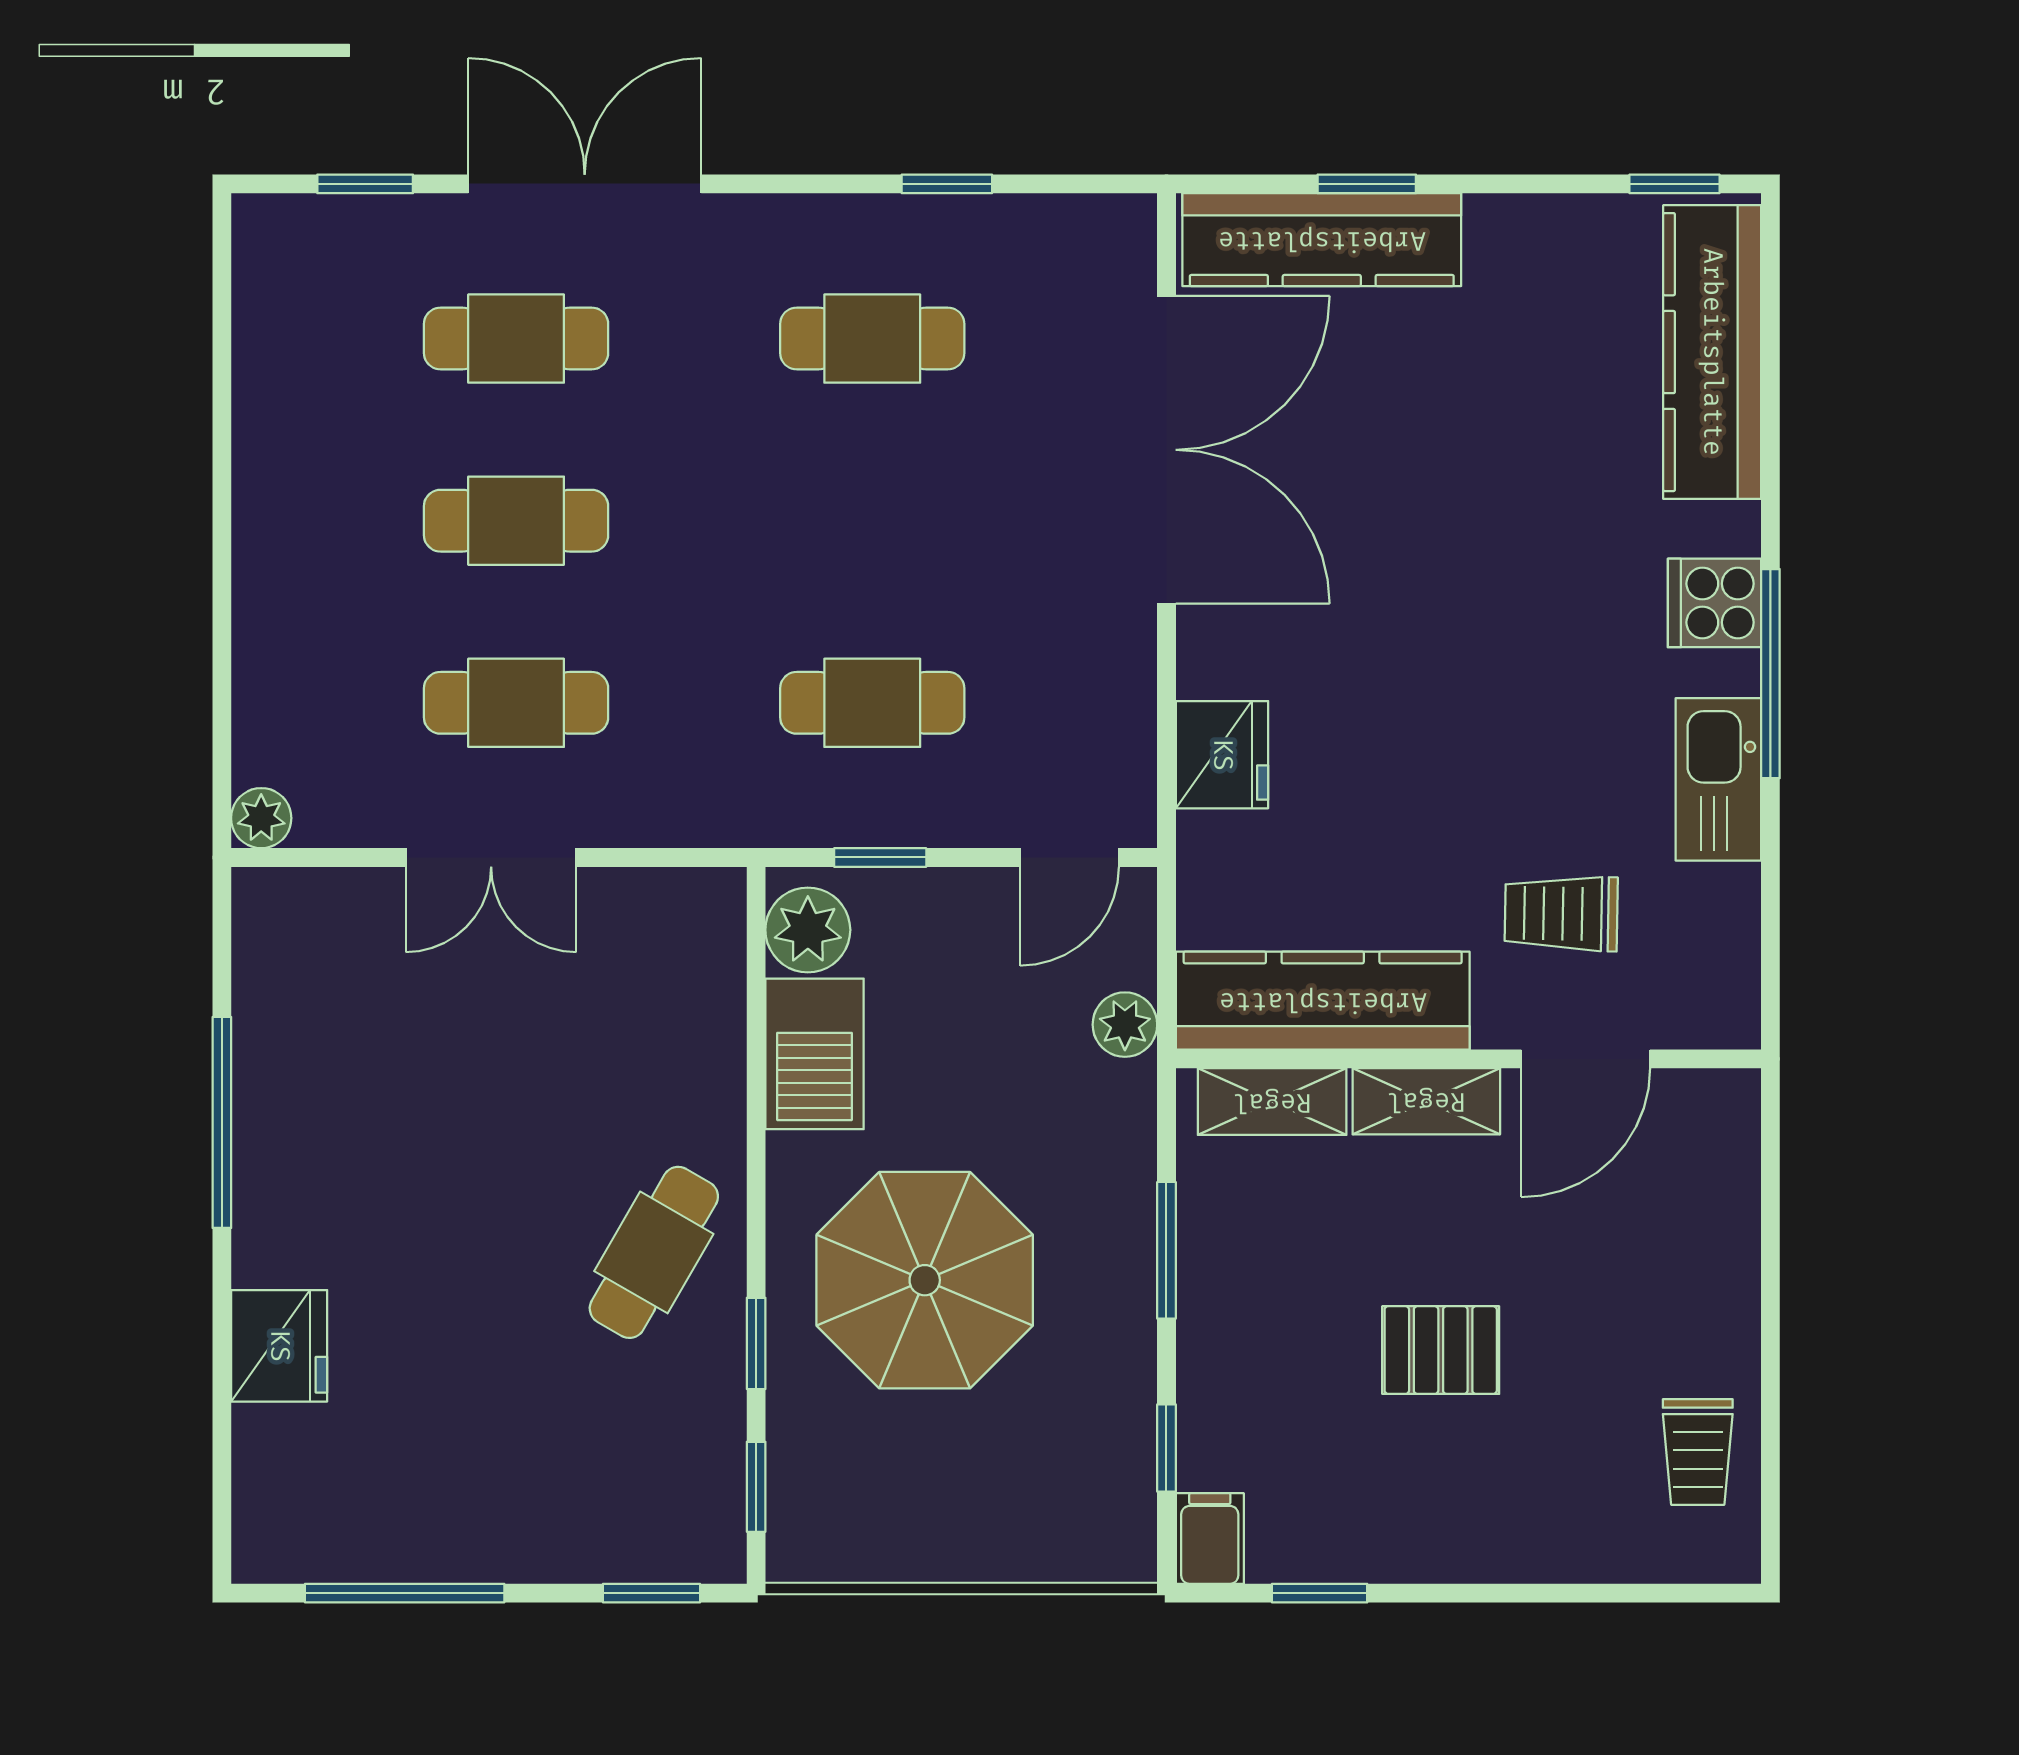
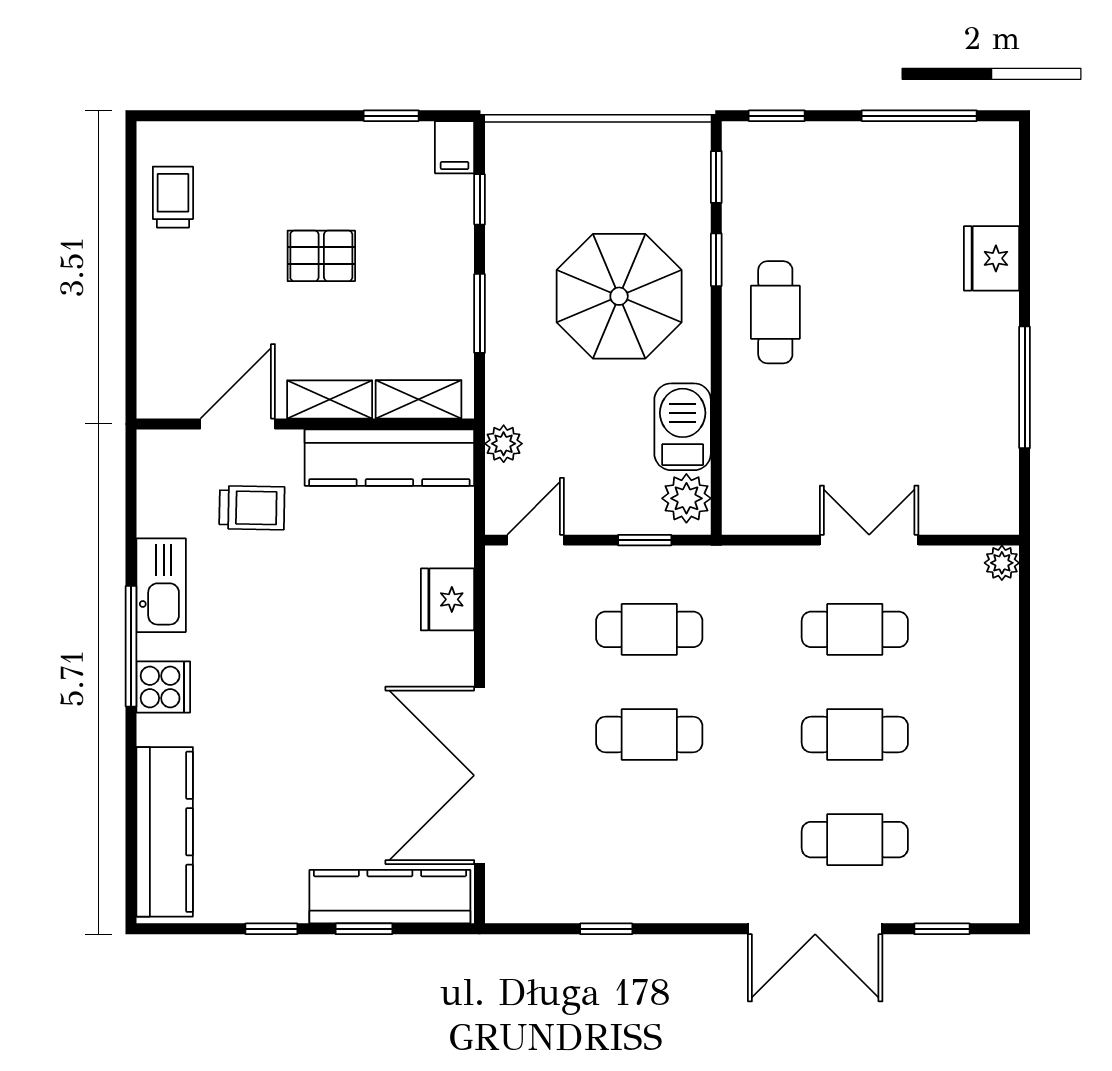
window: (1674, 184) -> (271, 929), moved
cafe table: (872, 339) -> (649, 734), moved
cafe table: (654, 1252) -> (775, 312), turned -30

